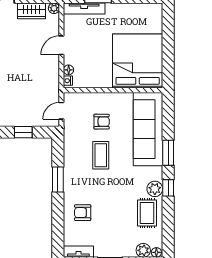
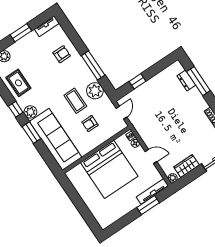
door: (61, 45) -> (151, 157), hinge flipped
bed: (138, 61) -> (109, 169), moved
plant: (74, 152) -> (95, 91), added
window: (58, 179) -> (93, 65), width x1.44
plant: (155, 189) -> (30, 112), moved

